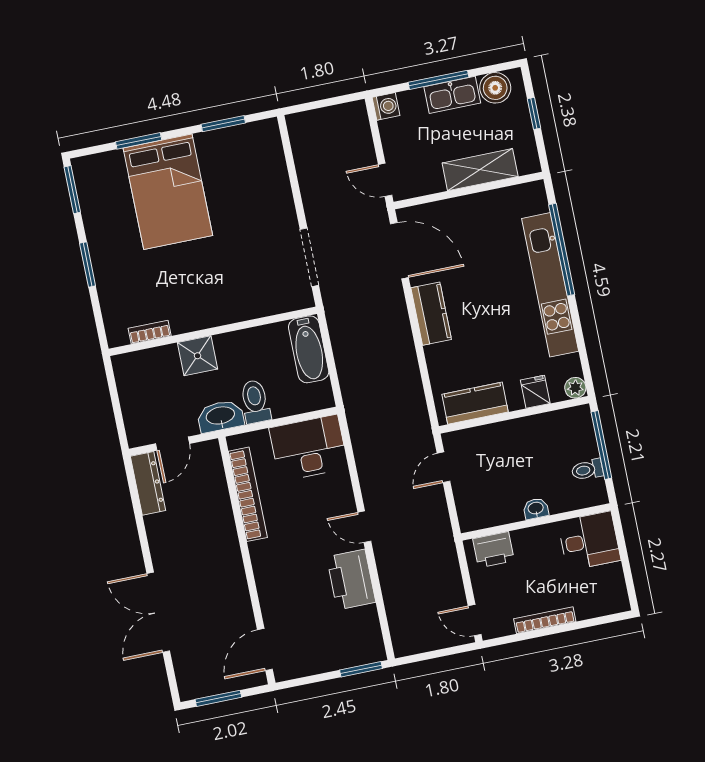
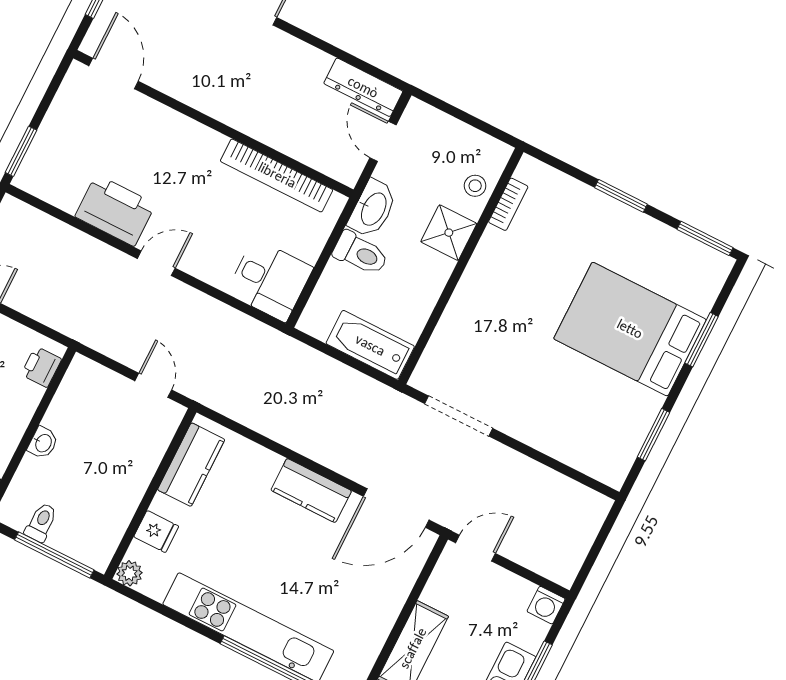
stool: (154, 363) -> (475, 186), added
desk: (309, 448) -> (270, 280), width x0.73
printer: (493, 550) -> (41, 367), width x0.73, depth x0.81

